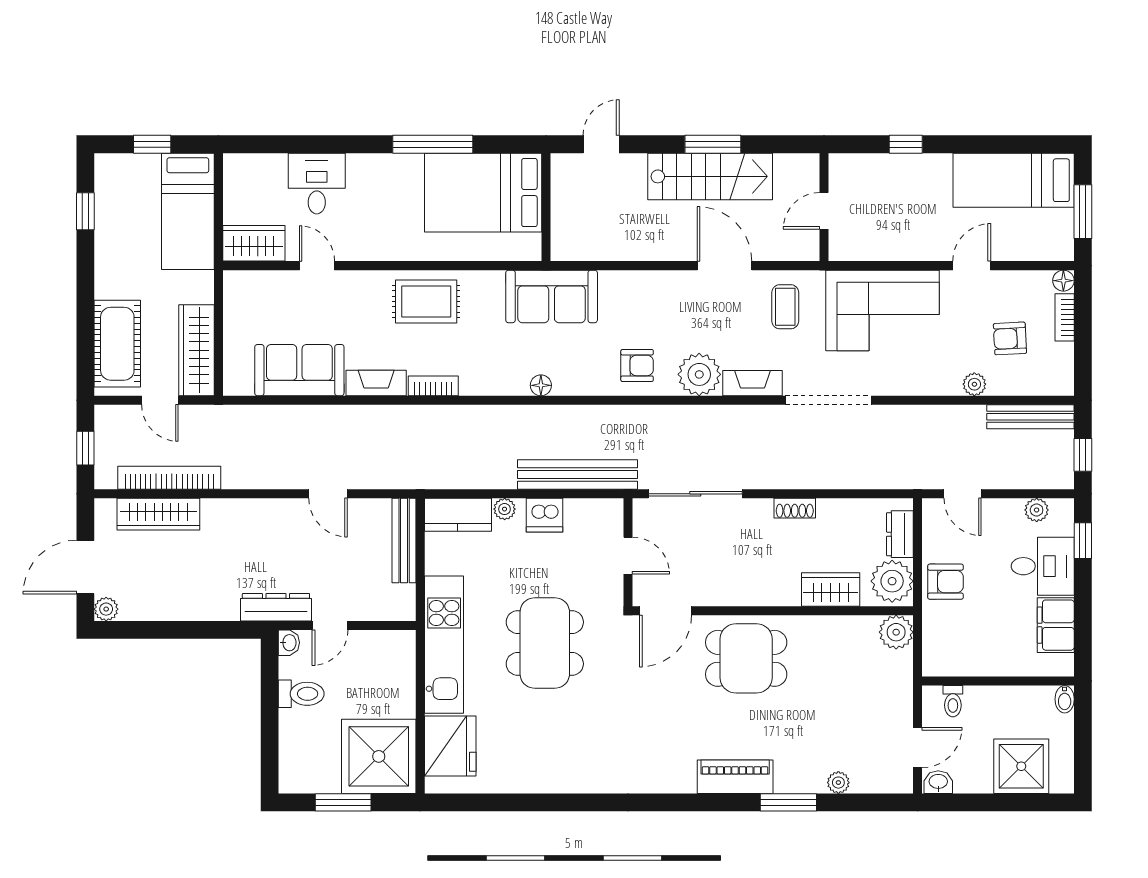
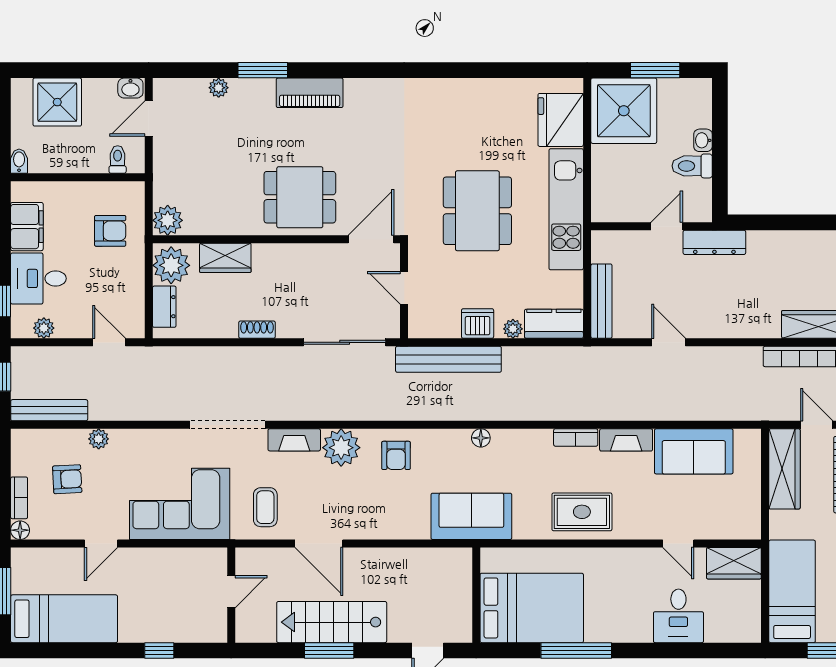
armchair: (637, 365) -> (396, 455), turned -90
armchair: (945, 582) -> (110, 231), moved, turned 180
washbasin: (289, 643) -> (703, 140), moved

